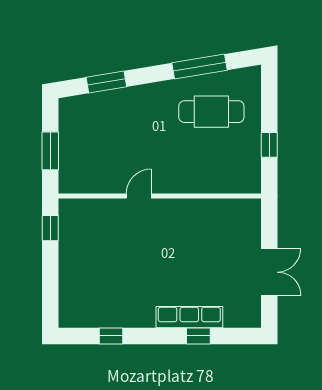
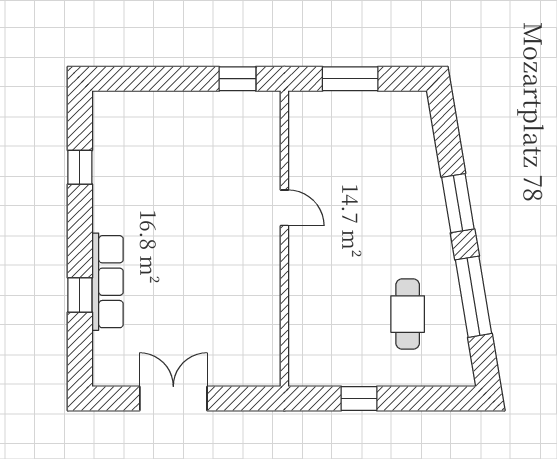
window: (106, 82) -> (458, 203), moved
cafe table: (211, 112) -> (408, 314), width x0.73, depth x0.74
double door: (269, 272) -> (173, 399), swing flipped

